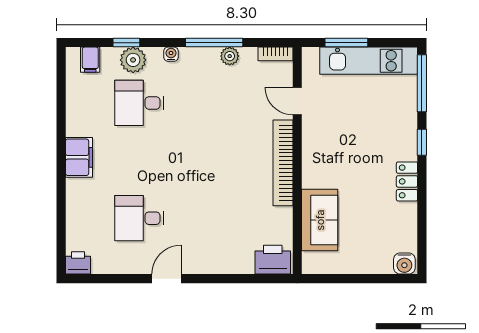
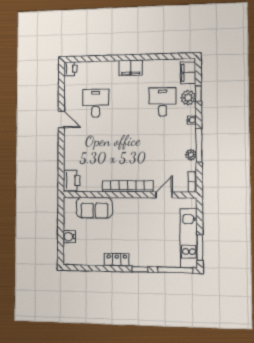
window: (346, 43) -> (200, 247), moved
filing cabinet: (90, 60) -> (188, 73), width x2.00
water cooler: (404, 264) -> (69, 237), moved

